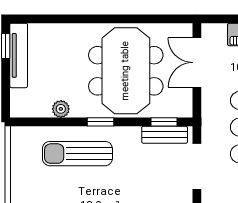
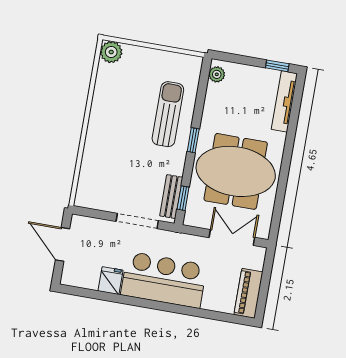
tv unit: (19, 55) -> (284, 101), moved, turned 90
plant: (61, 109) -> (217, 74), moved

